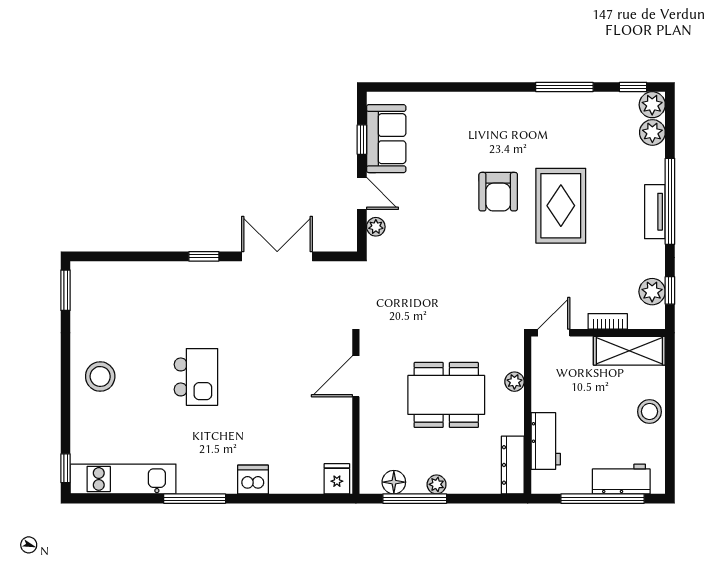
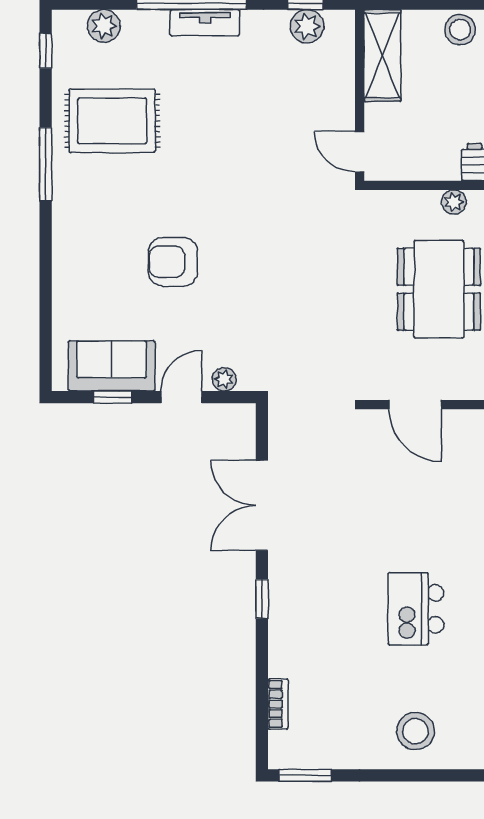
window: (564, 87) -> (46, 164), moved
plant: (652, 105) -> (68, 26), removed
armchair: (498, 192) -> (173, 262), moved, turned 180
rug: (561, 206) -> (112, 121), moved
bookcase: (608, 321) -> (278, 704), moved, turned 180
kitchen island: (196, 377) -> (416, 609), turned -90
plant: (514, 382) -> (454, 202), moved

